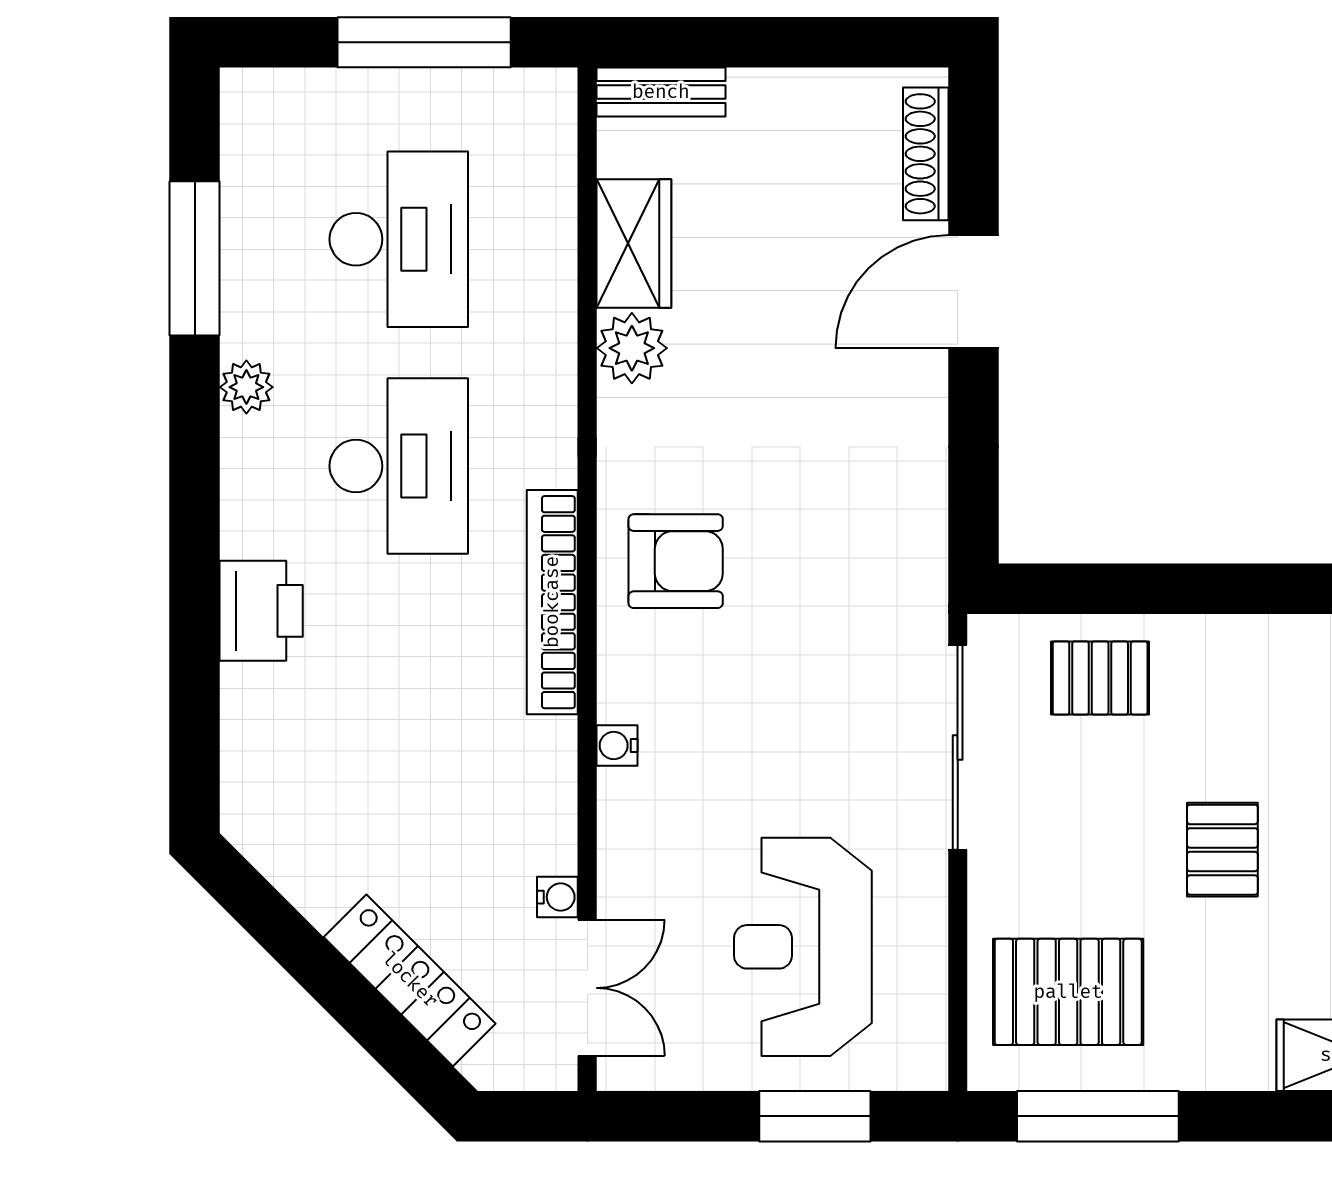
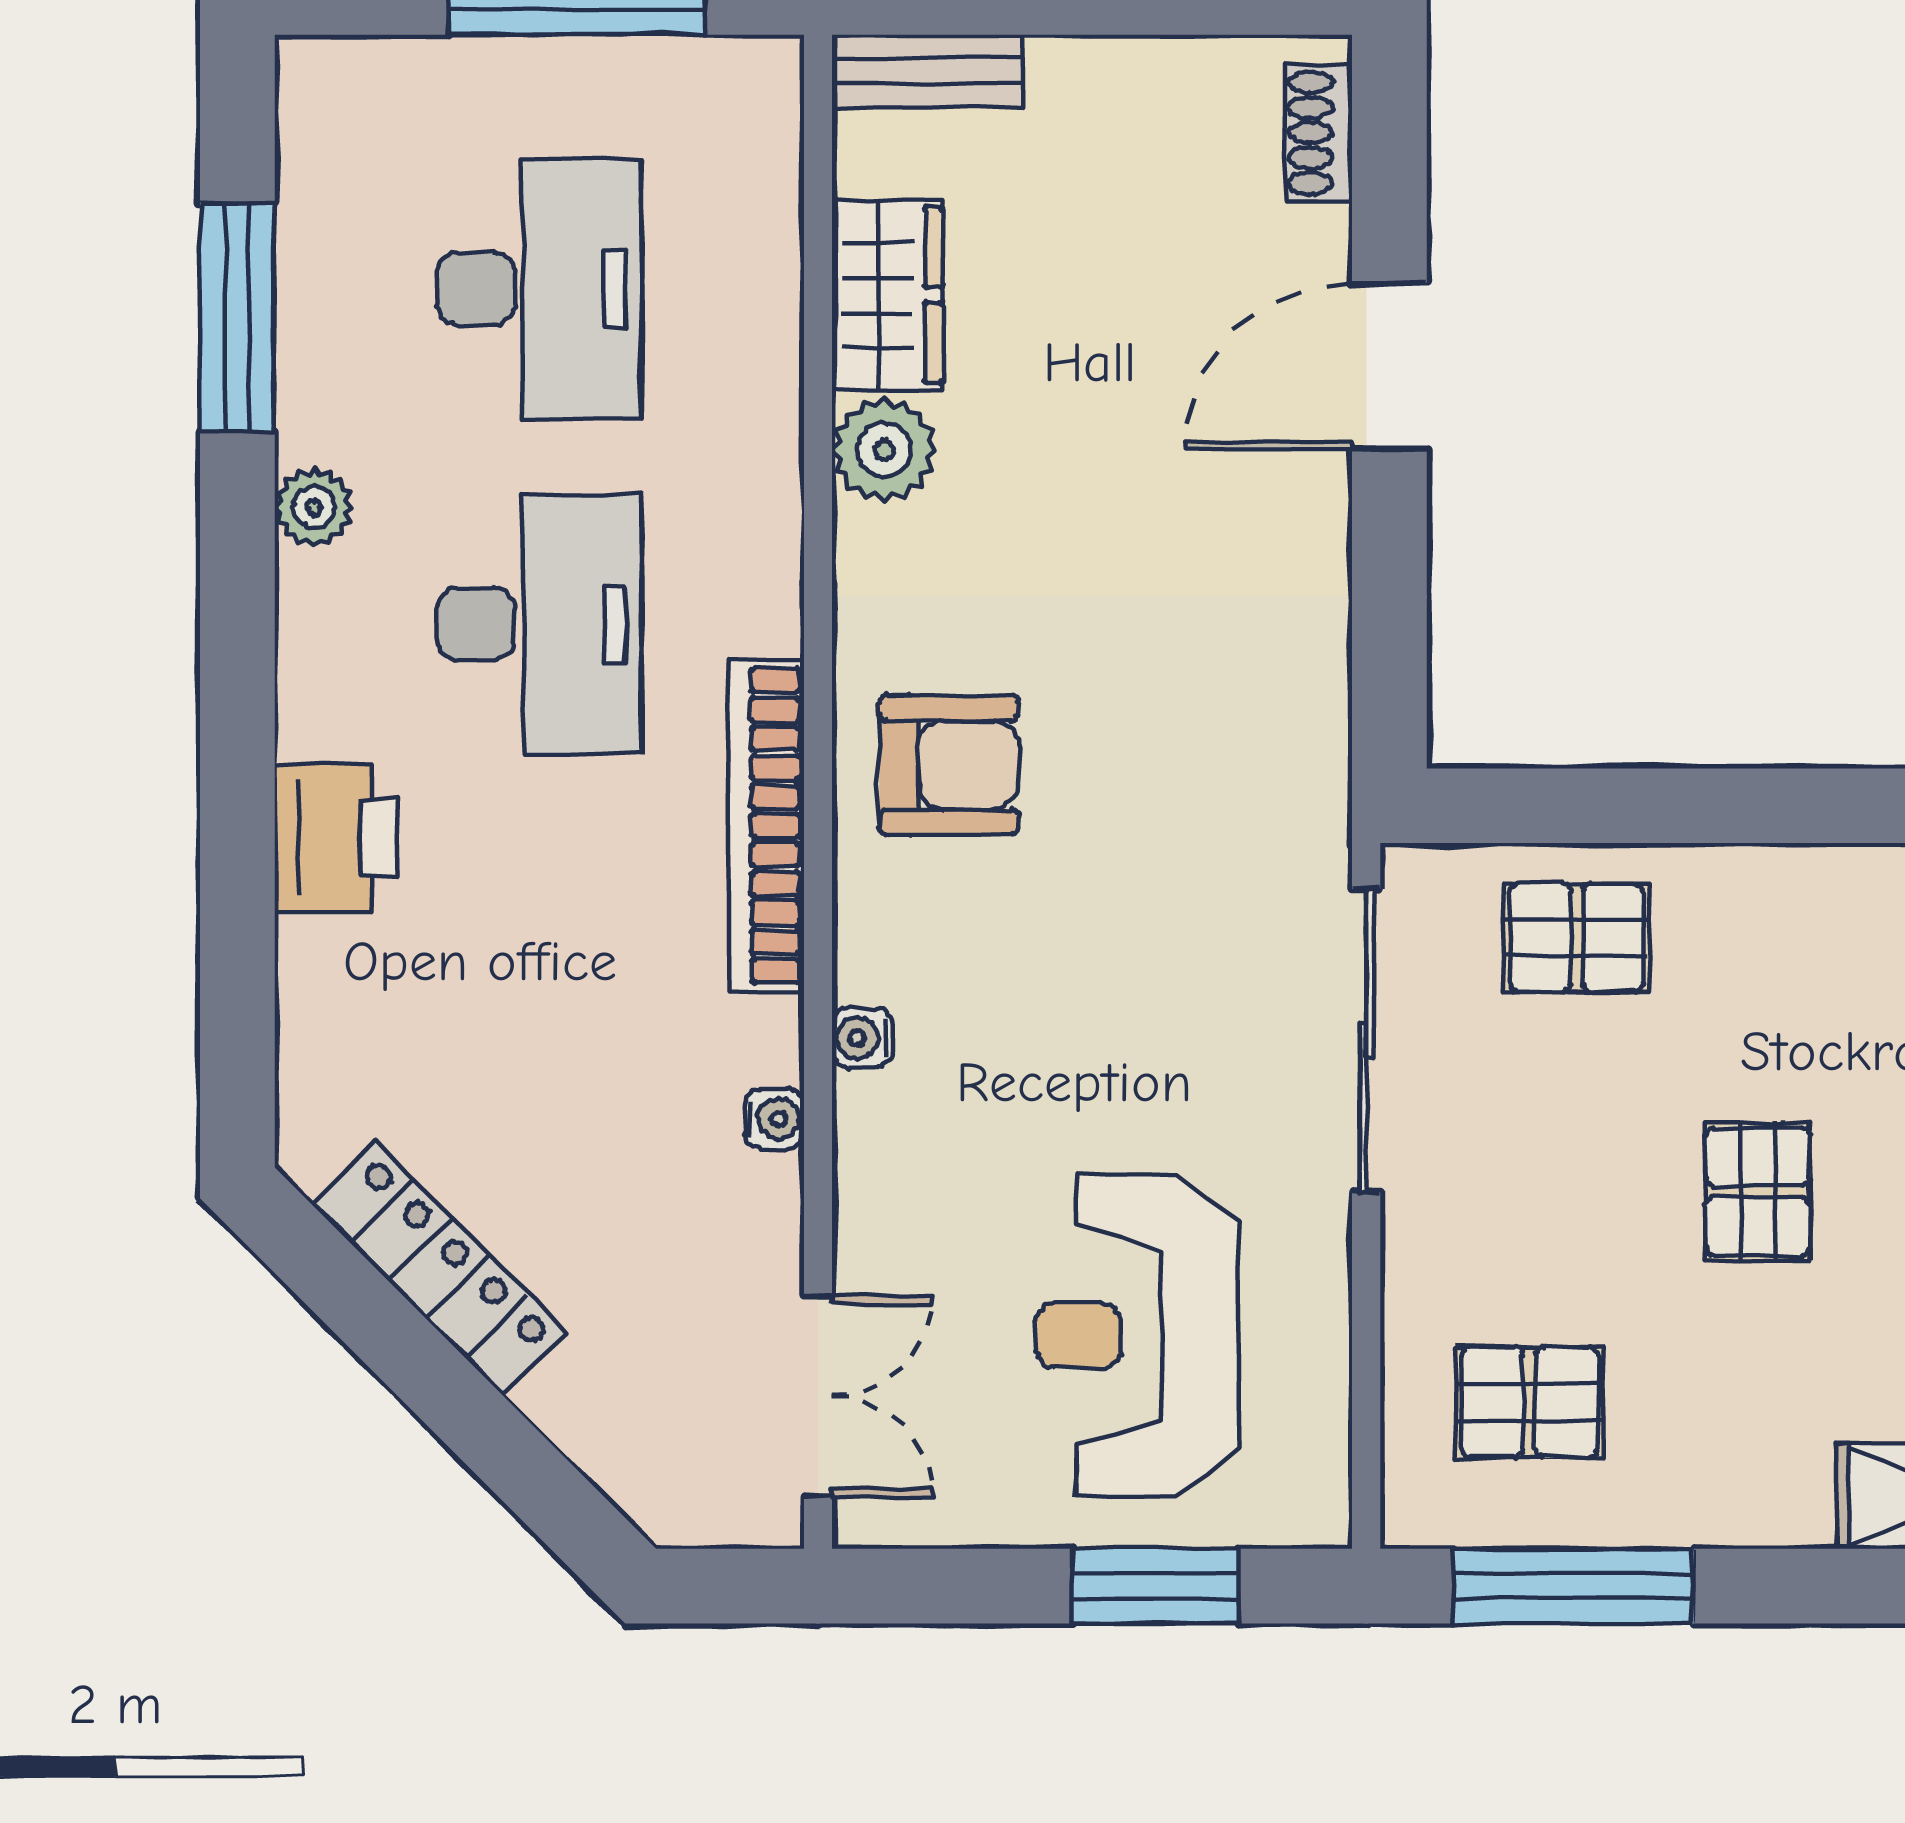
shoe rack: (926, 154) -> (1319, 133), width x0.70
water cooler: (557, 897) -> (774, 1119), moved
locker: (410, 980) -> (439, 1269), moved
pallet: (1068, 992) -> (1530, 1402), width x0.67, depth x0.71

